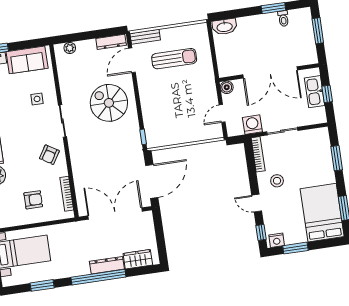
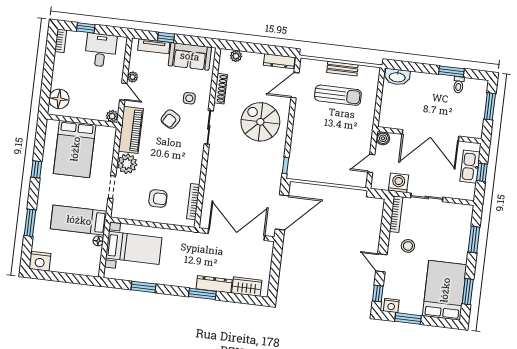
bench: (145, 37) -> (342, 69), moved
shoe rack: (64, 82) -> (221, 89), added
armchair: (49, 155) -> (171, 119), moved
window: (98, 277) -> (202, 294), width x0.47

